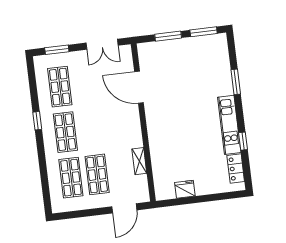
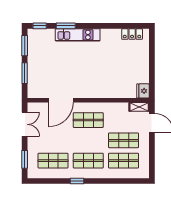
kitchen unit: (229, 125) -> (78, 35), moved
shop shelf: (118, 126) -> (88, 120), added
window: (243, 141) -> (40, 26), moved
shelving: (139, 161) -> (139, 107), moved
fridge: (185, 189) -> (143, 91), moved

